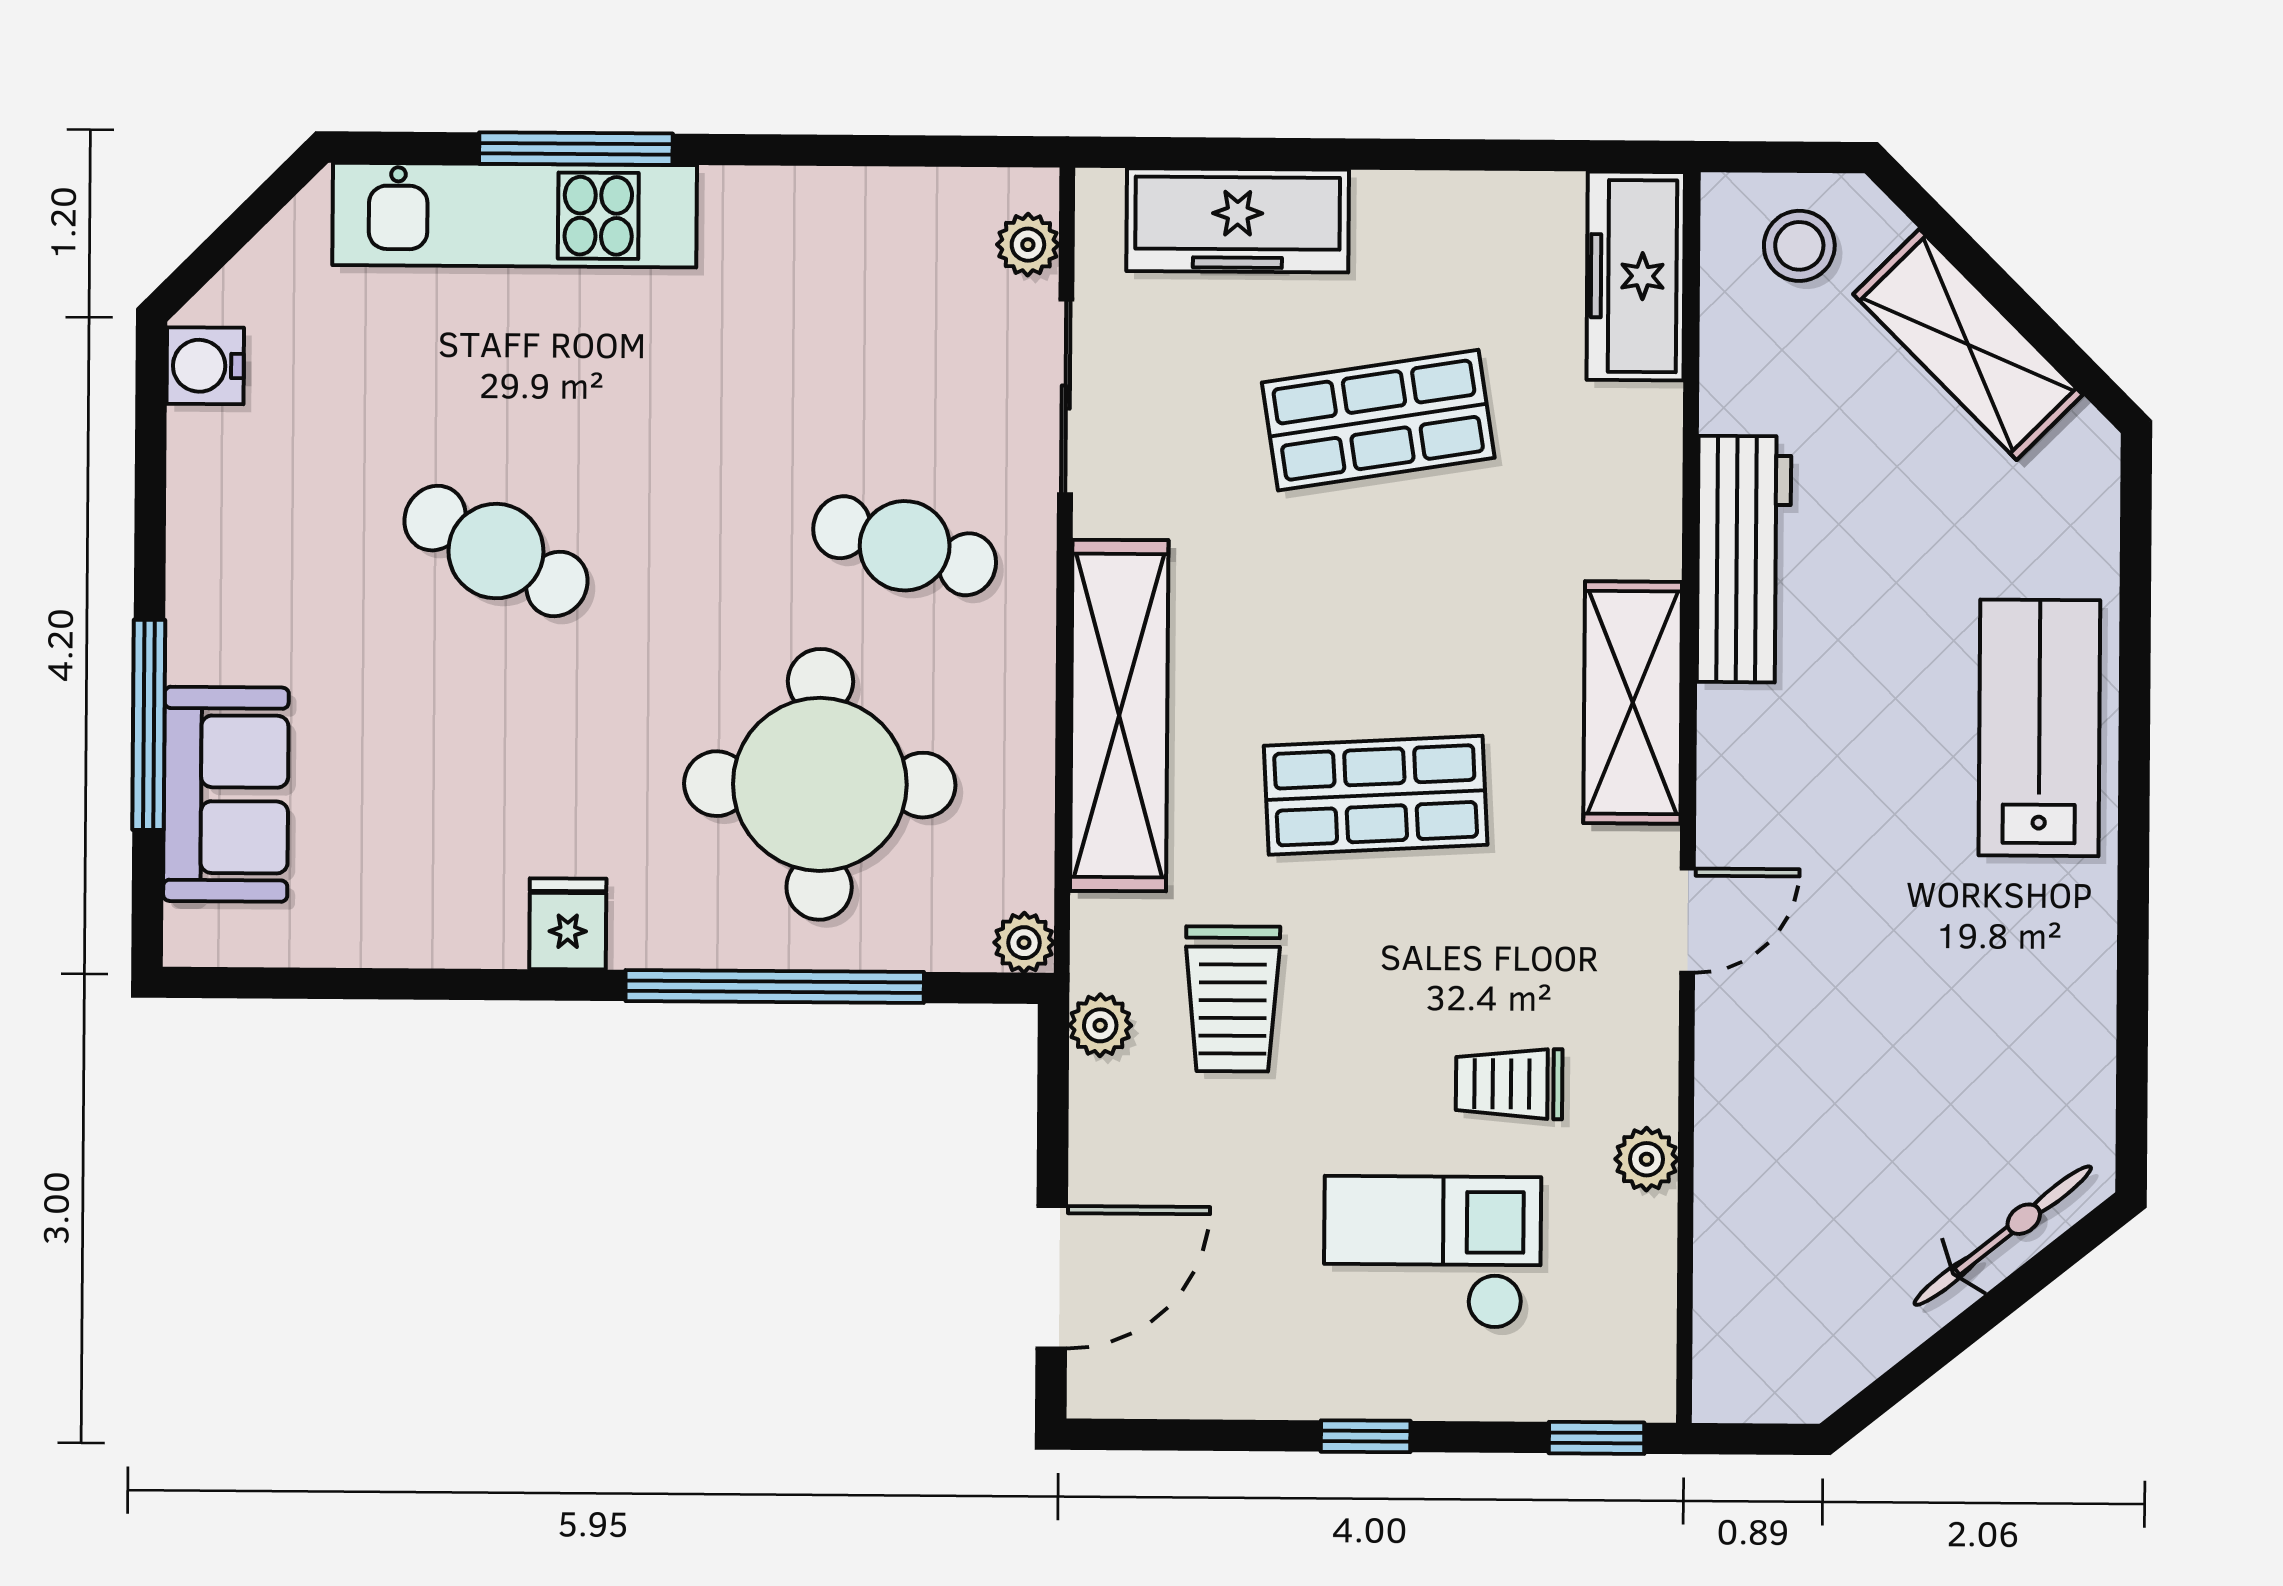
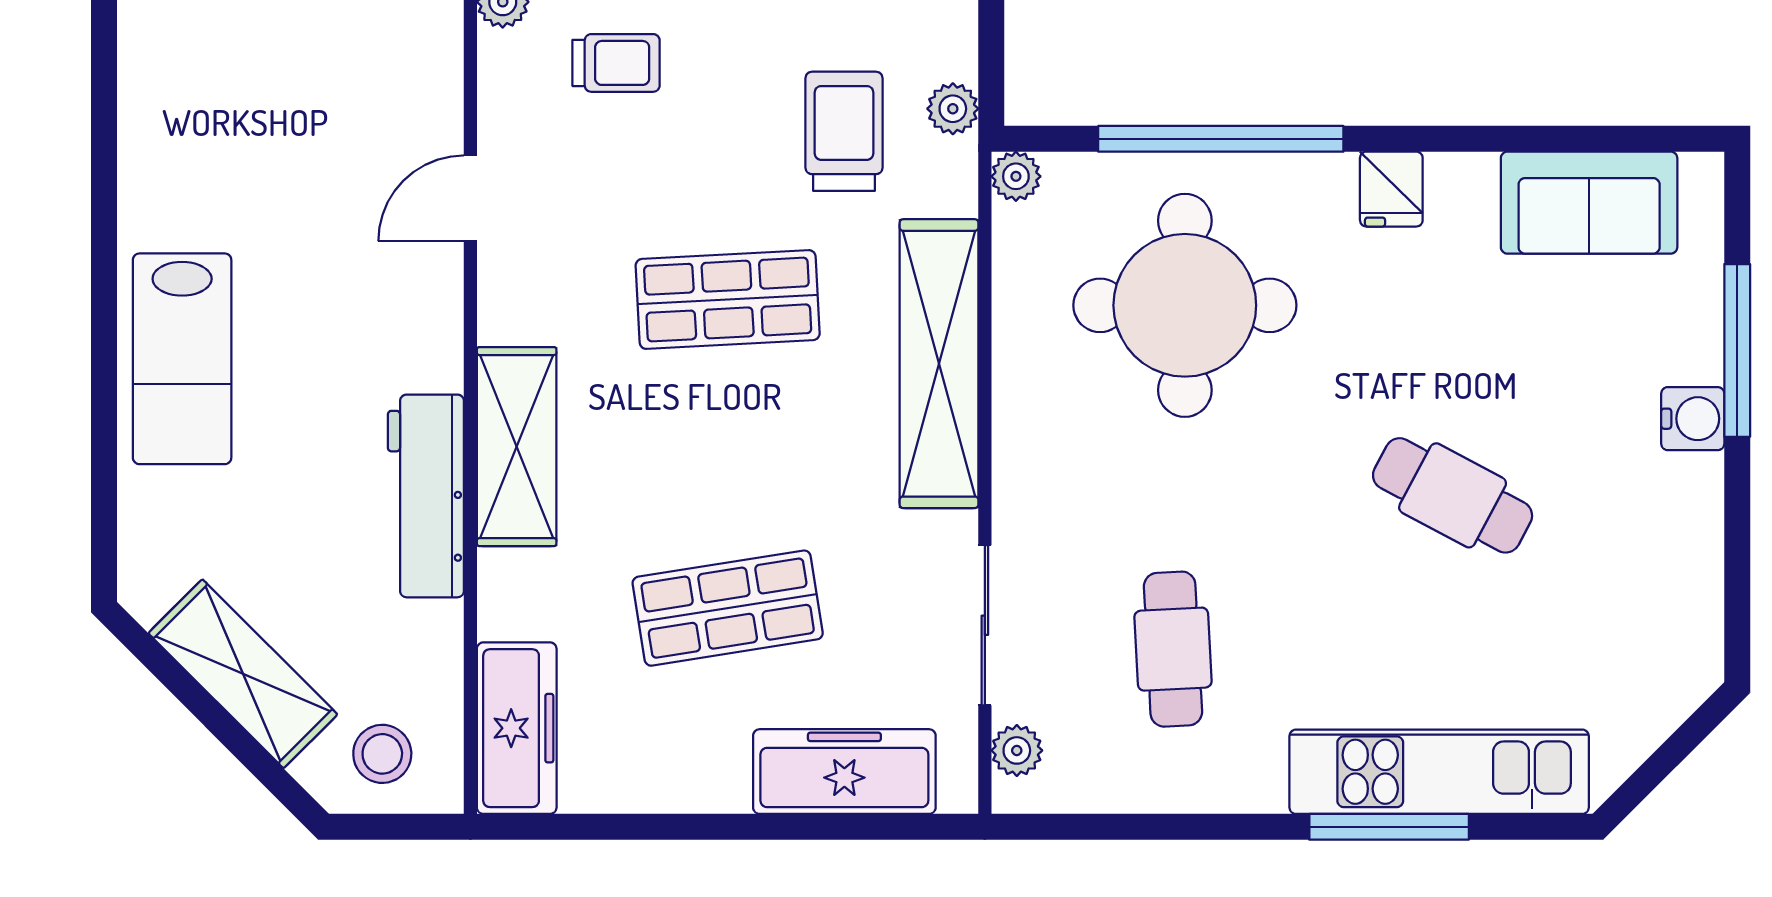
water cooler: (205, 366) -> (1693, 419), moved
cafe table: (905, 546) -> (1173, 649), moved, turned 71
shelving: (1633, 702) -> (517, 447), moved
sofa: (226, 794) -> (1589, 203), moved, turned -90

